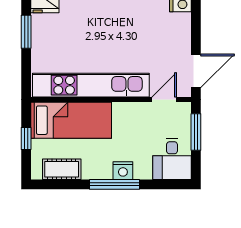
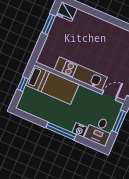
kitchen unit: (91, 85) -> (81, 74), width x0.73
cot: (62, 169) -> (35, 110), removed
nightstand: (123, 171) -> (80, 130), moved

